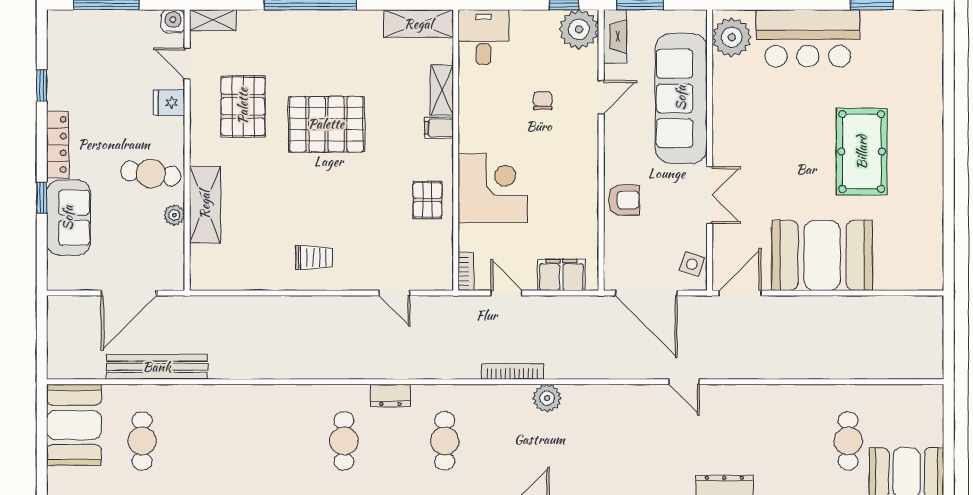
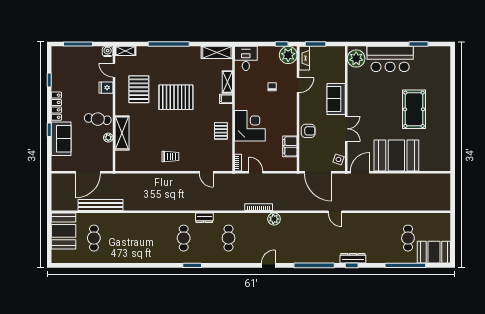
sofa: (681, 98) -> (336, 99), width x0.54, depth x0.79
filing cabinet: (561, 275) -> (290, 146), moved, turned -90

